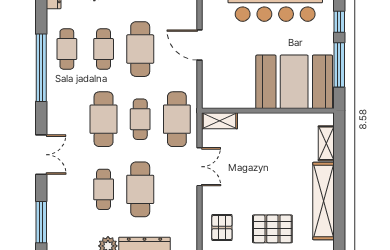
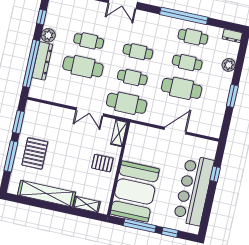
cafe table: (104, 119) -> (138, 52), width x0.73, depth x0.74
pallet: (222, 228) -> (102, 163), moved

